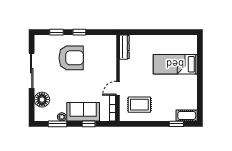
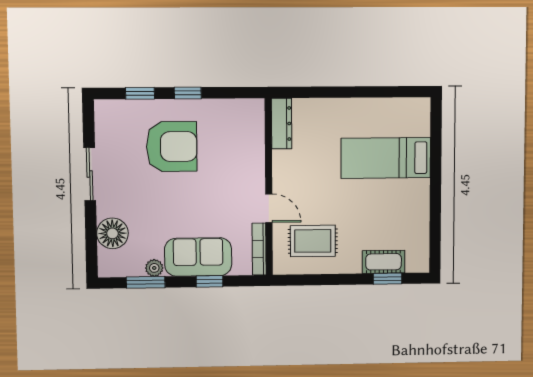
sliding door: (32, 71) -> (90, 174), width x0.73
door: (118, 88) -> (269, 208), swing flipped
cot: (187, 115) -> (384, 262), moved

